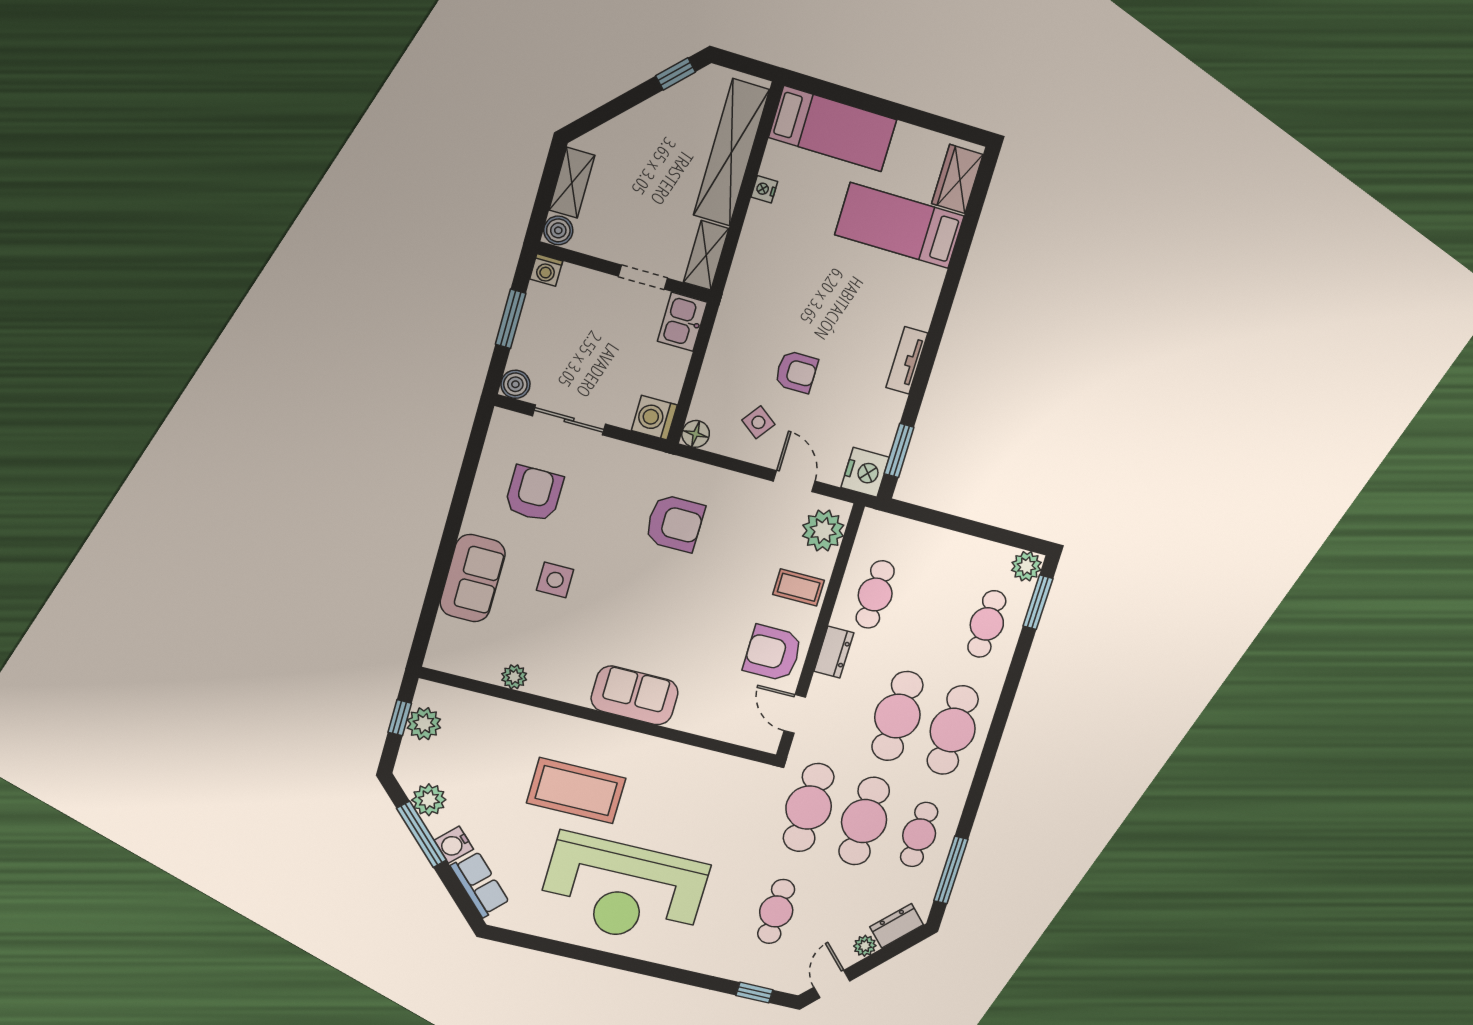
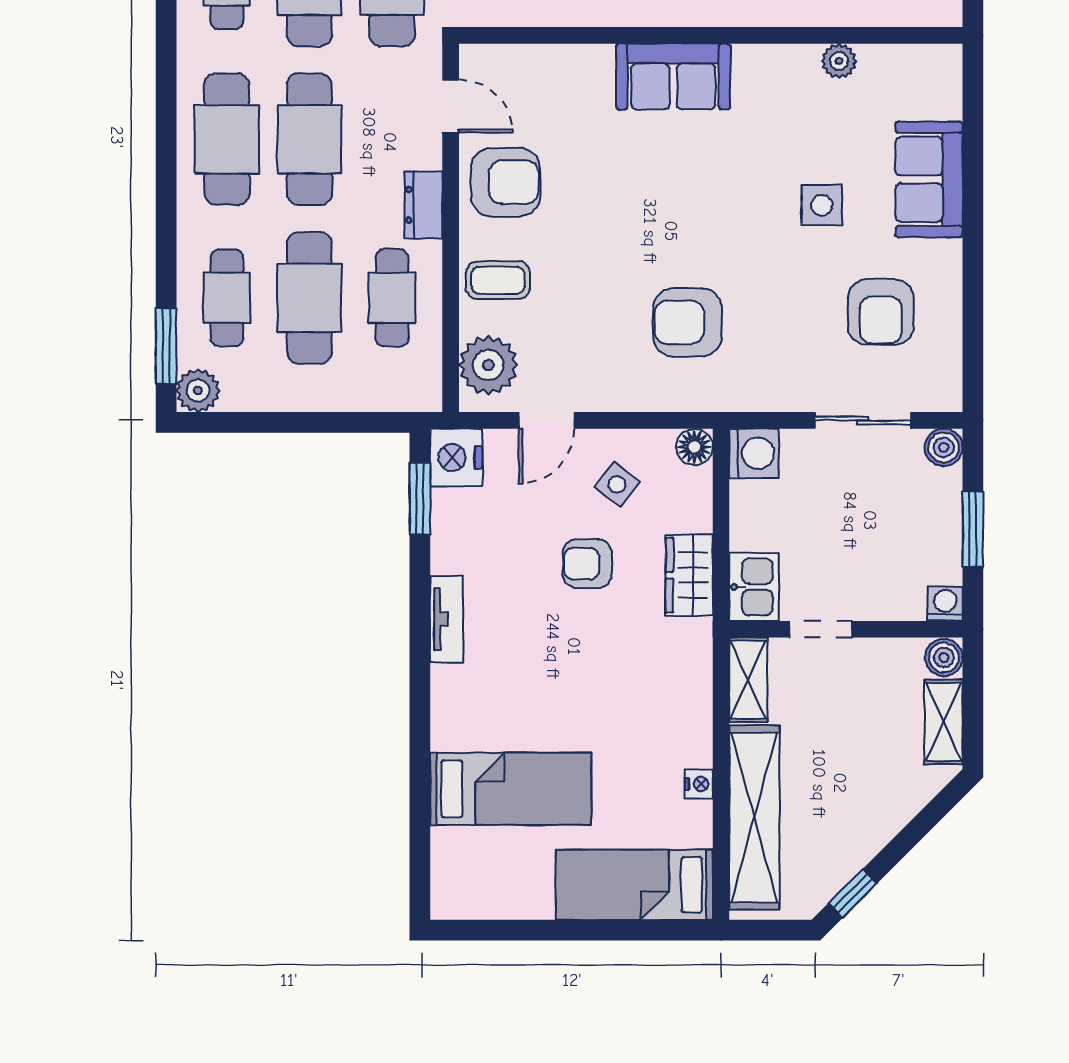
wardrobe: (957, 179) -> (689, 575), moved, turned 180
door: (794, 481) -> (547, 420), hinge flipped
cafe table: (931, 609) -> (309, 298), added

